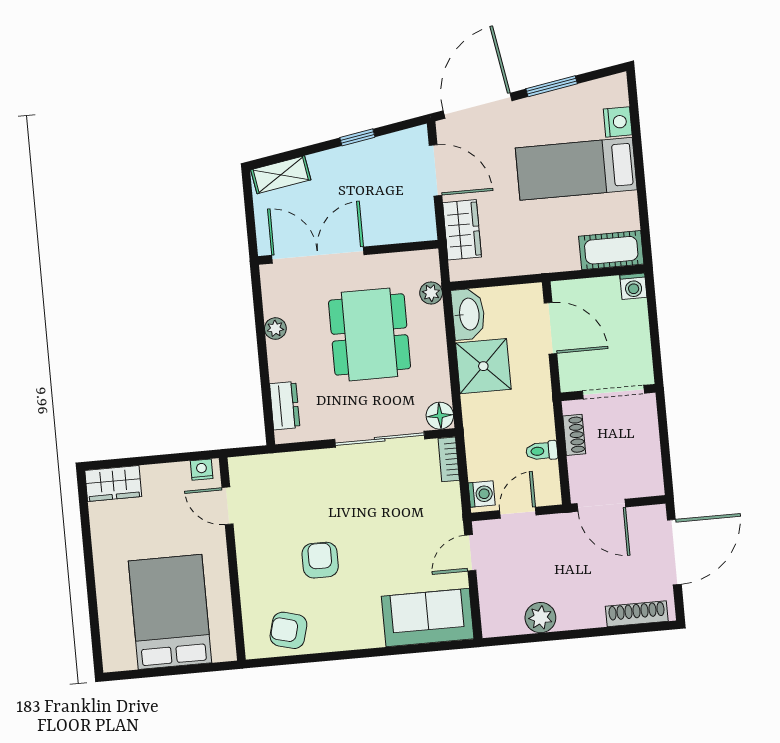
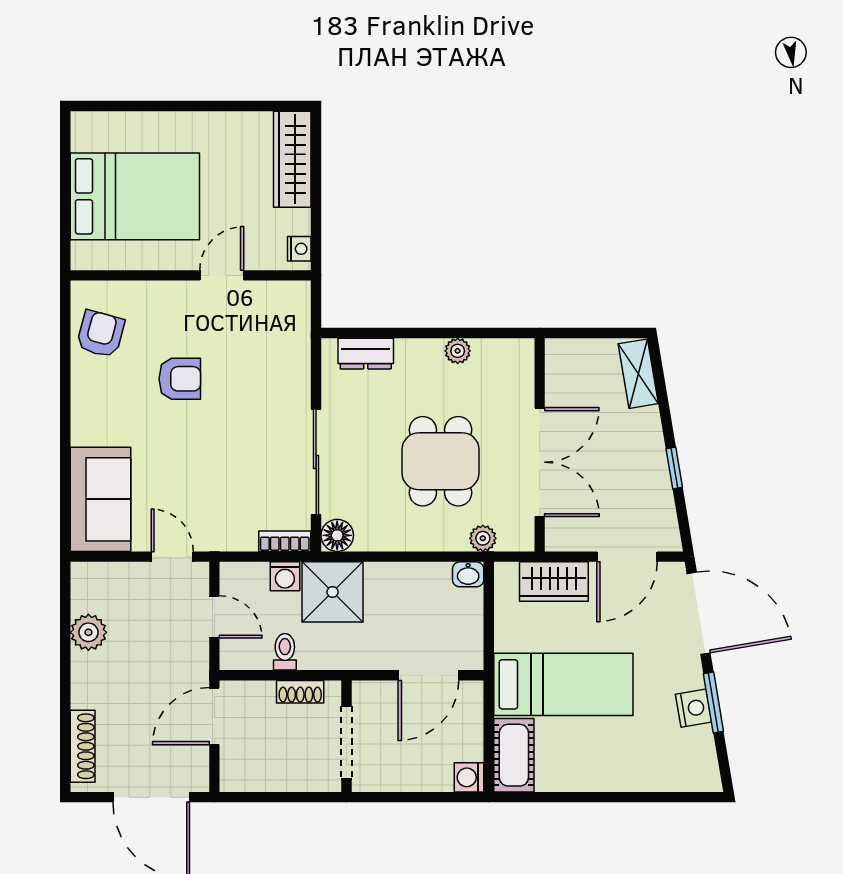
nightstand: (618, 122) -> (694, 708), moved, turned -100
bed: (576, 169) -> (563, 684), moved, turned 90
double door: (318, 255) -> (540, 462), moved
washbasin: (468, 314) -> (468, 574), width x0.52, depth x0.69
dining table: (370, 334) -> (440, 461), width x0.73
shower: (483, 366) -> (333, 592), moved
wardrobe: (113, 484) -> (292, 159), width x1.50
washing machine: (482, 494) -> (285, 576), moved
door: (227, 506) -> (222, 275), moved

